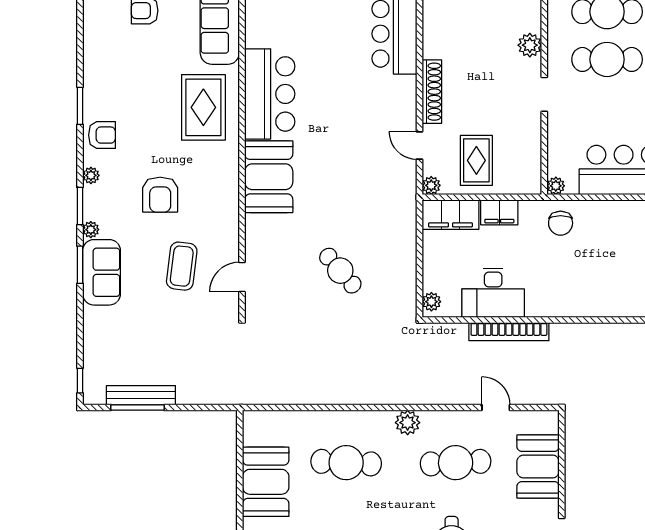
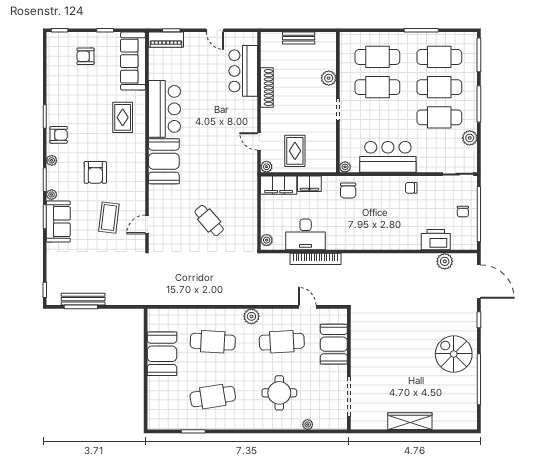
shoe rack: (432, 92) -> (267, 87), moved
rug: (203, 107) -> (123, 117), width x0.73, depth x0.70

